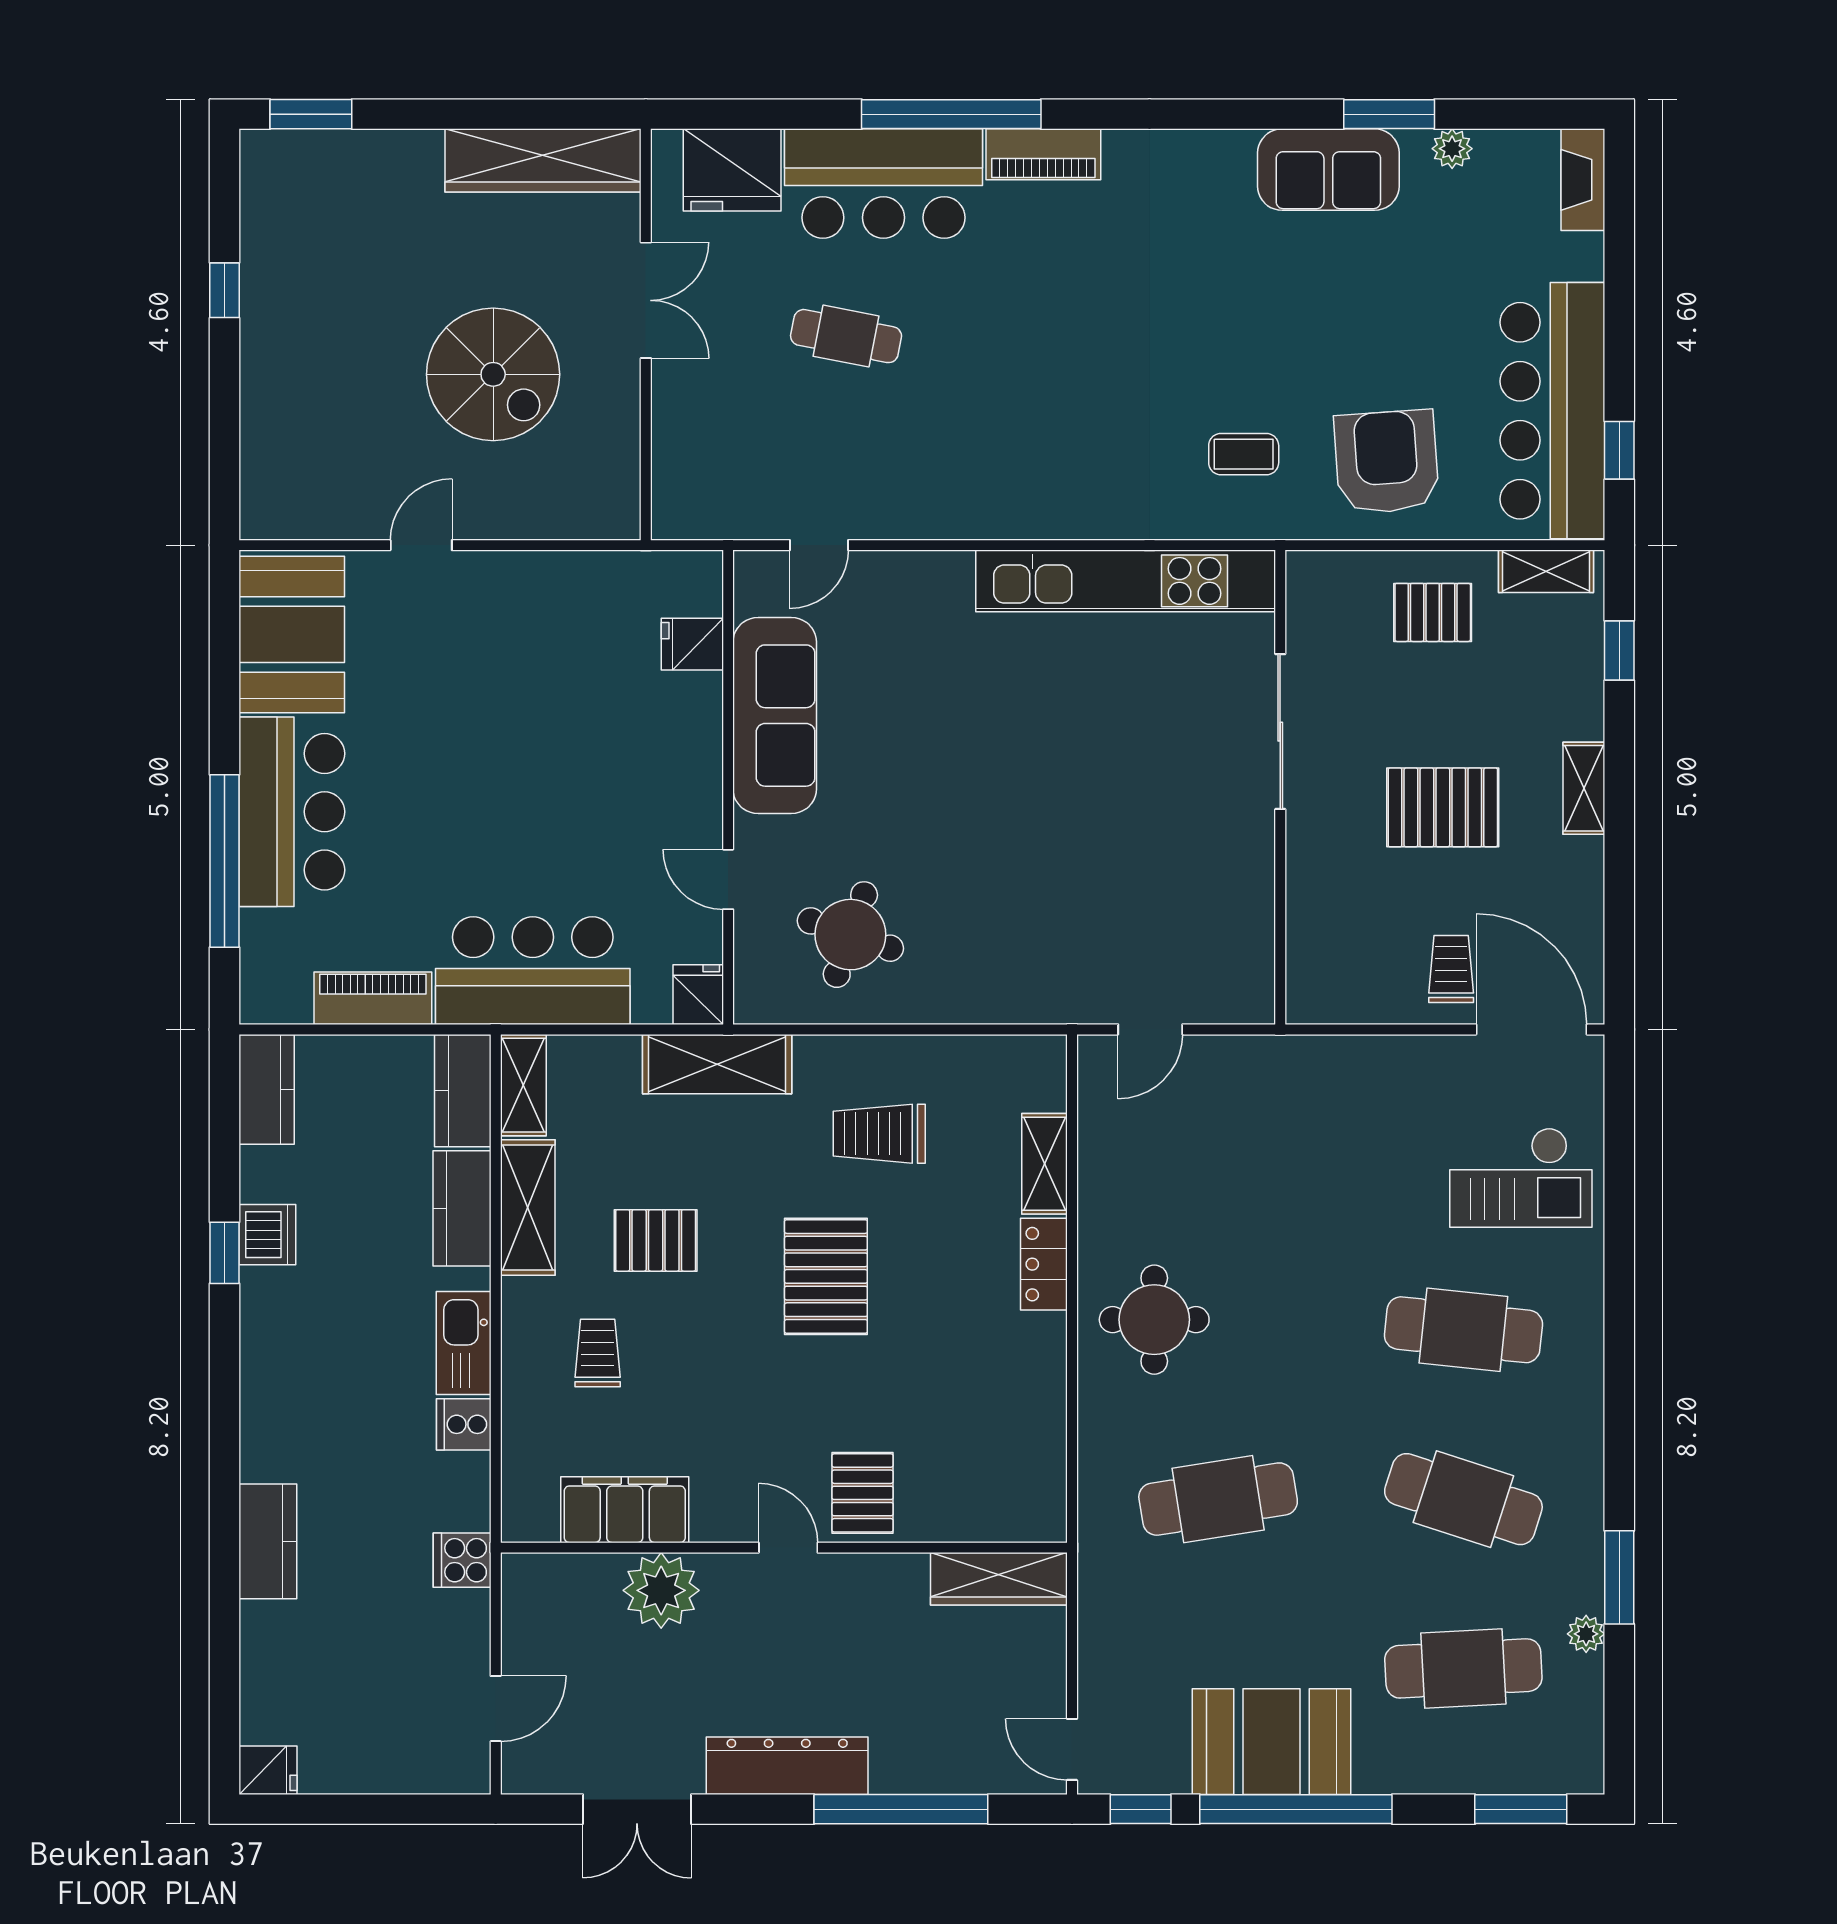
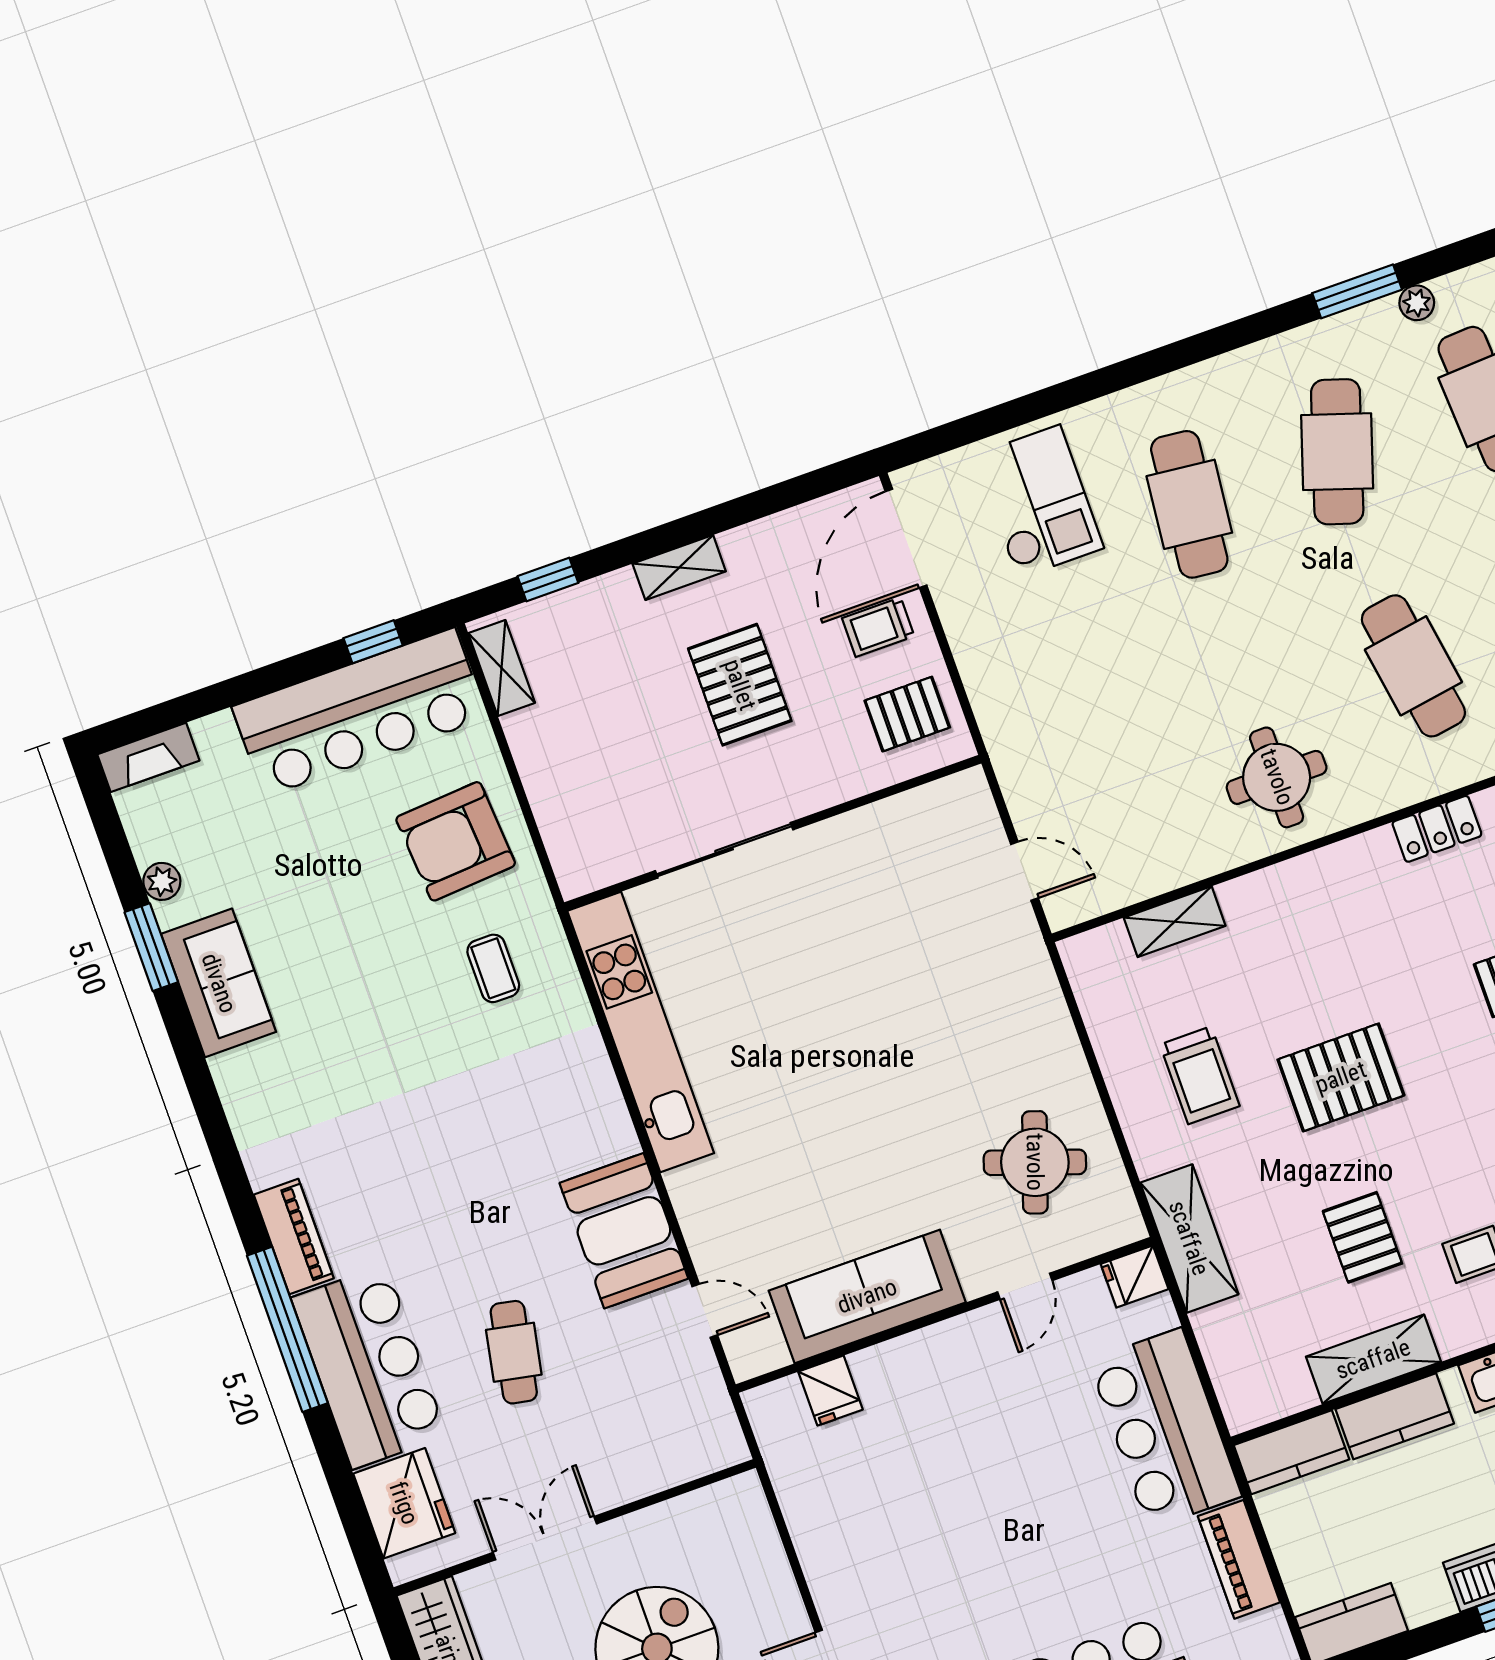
booth: (930, 492) -> (624, 1231), added
pallet: (1433, 612) -> (907, 714), moved, turned 90
shelving: (523, 1085) -> (1268, 1401), removed
locker: (1044, 1264) -> (1437, 829), moved

